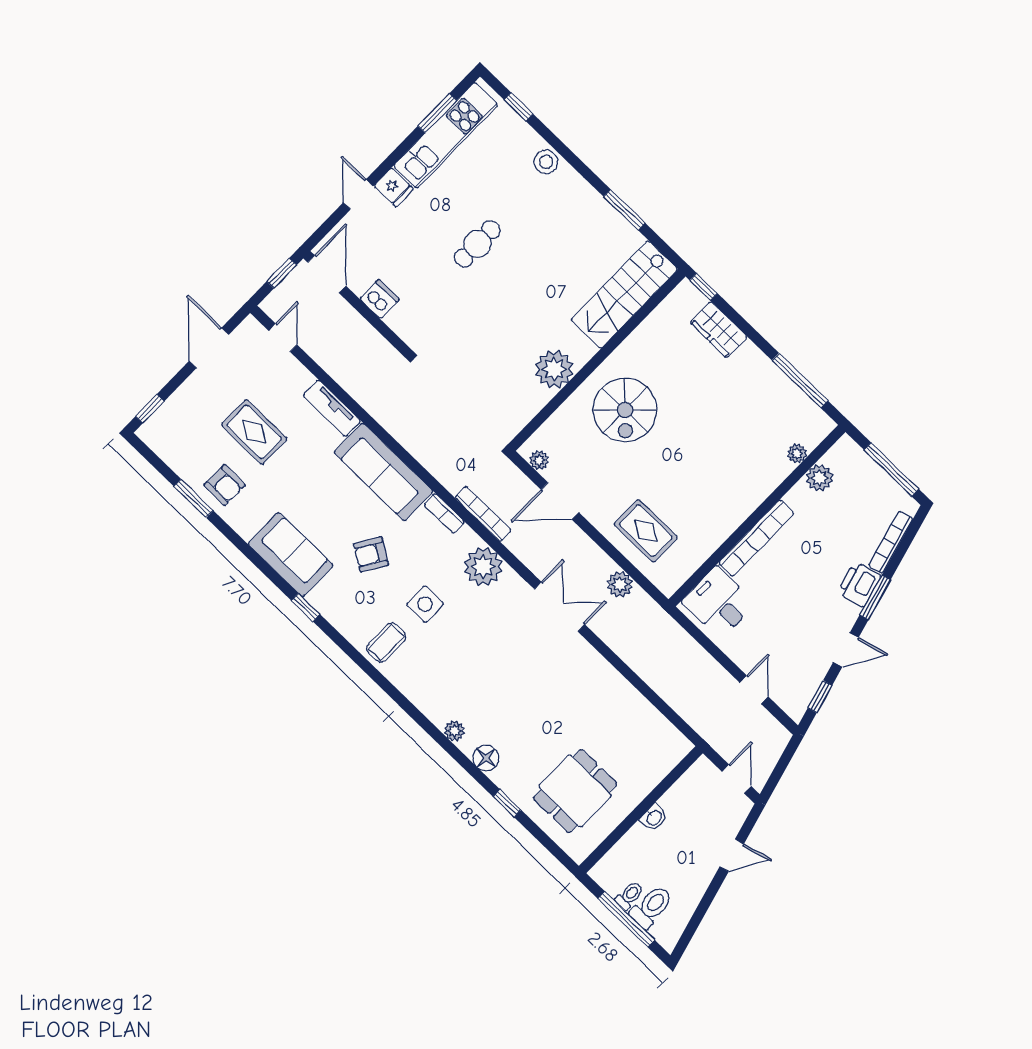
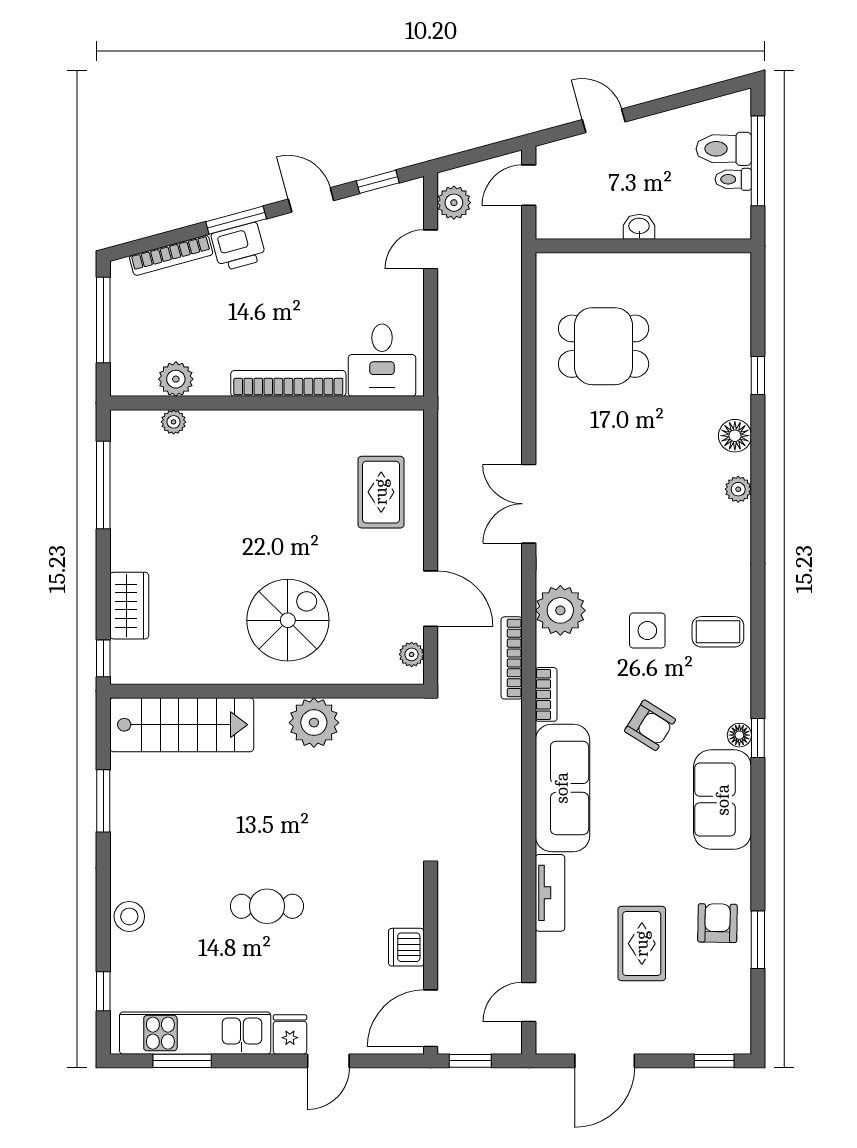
plant: (620, 584) -> (454, 203), moved
floor lamp: (317, 599) -> (739, 735), added
dining table: (575, 791) -> (604, 346), moved

